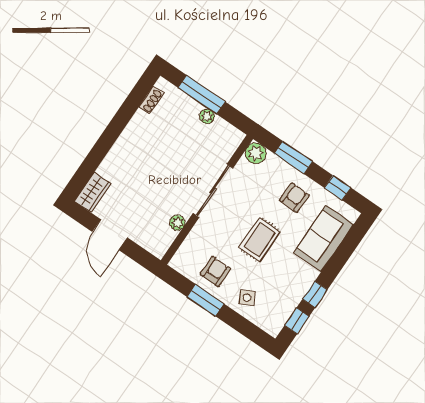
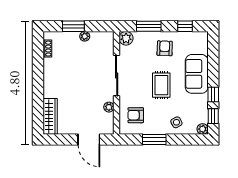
window: (202, 95) -> (73, 26), width x0.69
wardrobe: (93, 192) -> (50, 116), width x1.50
door: (110, 235) -> (89, 140), moved
sofa: (324, 239) -> (197, 74), moved
armchair: (215, 272) -> (136, 115), moved, turned -90
plant: (273, 328) -> (203, 129), added

